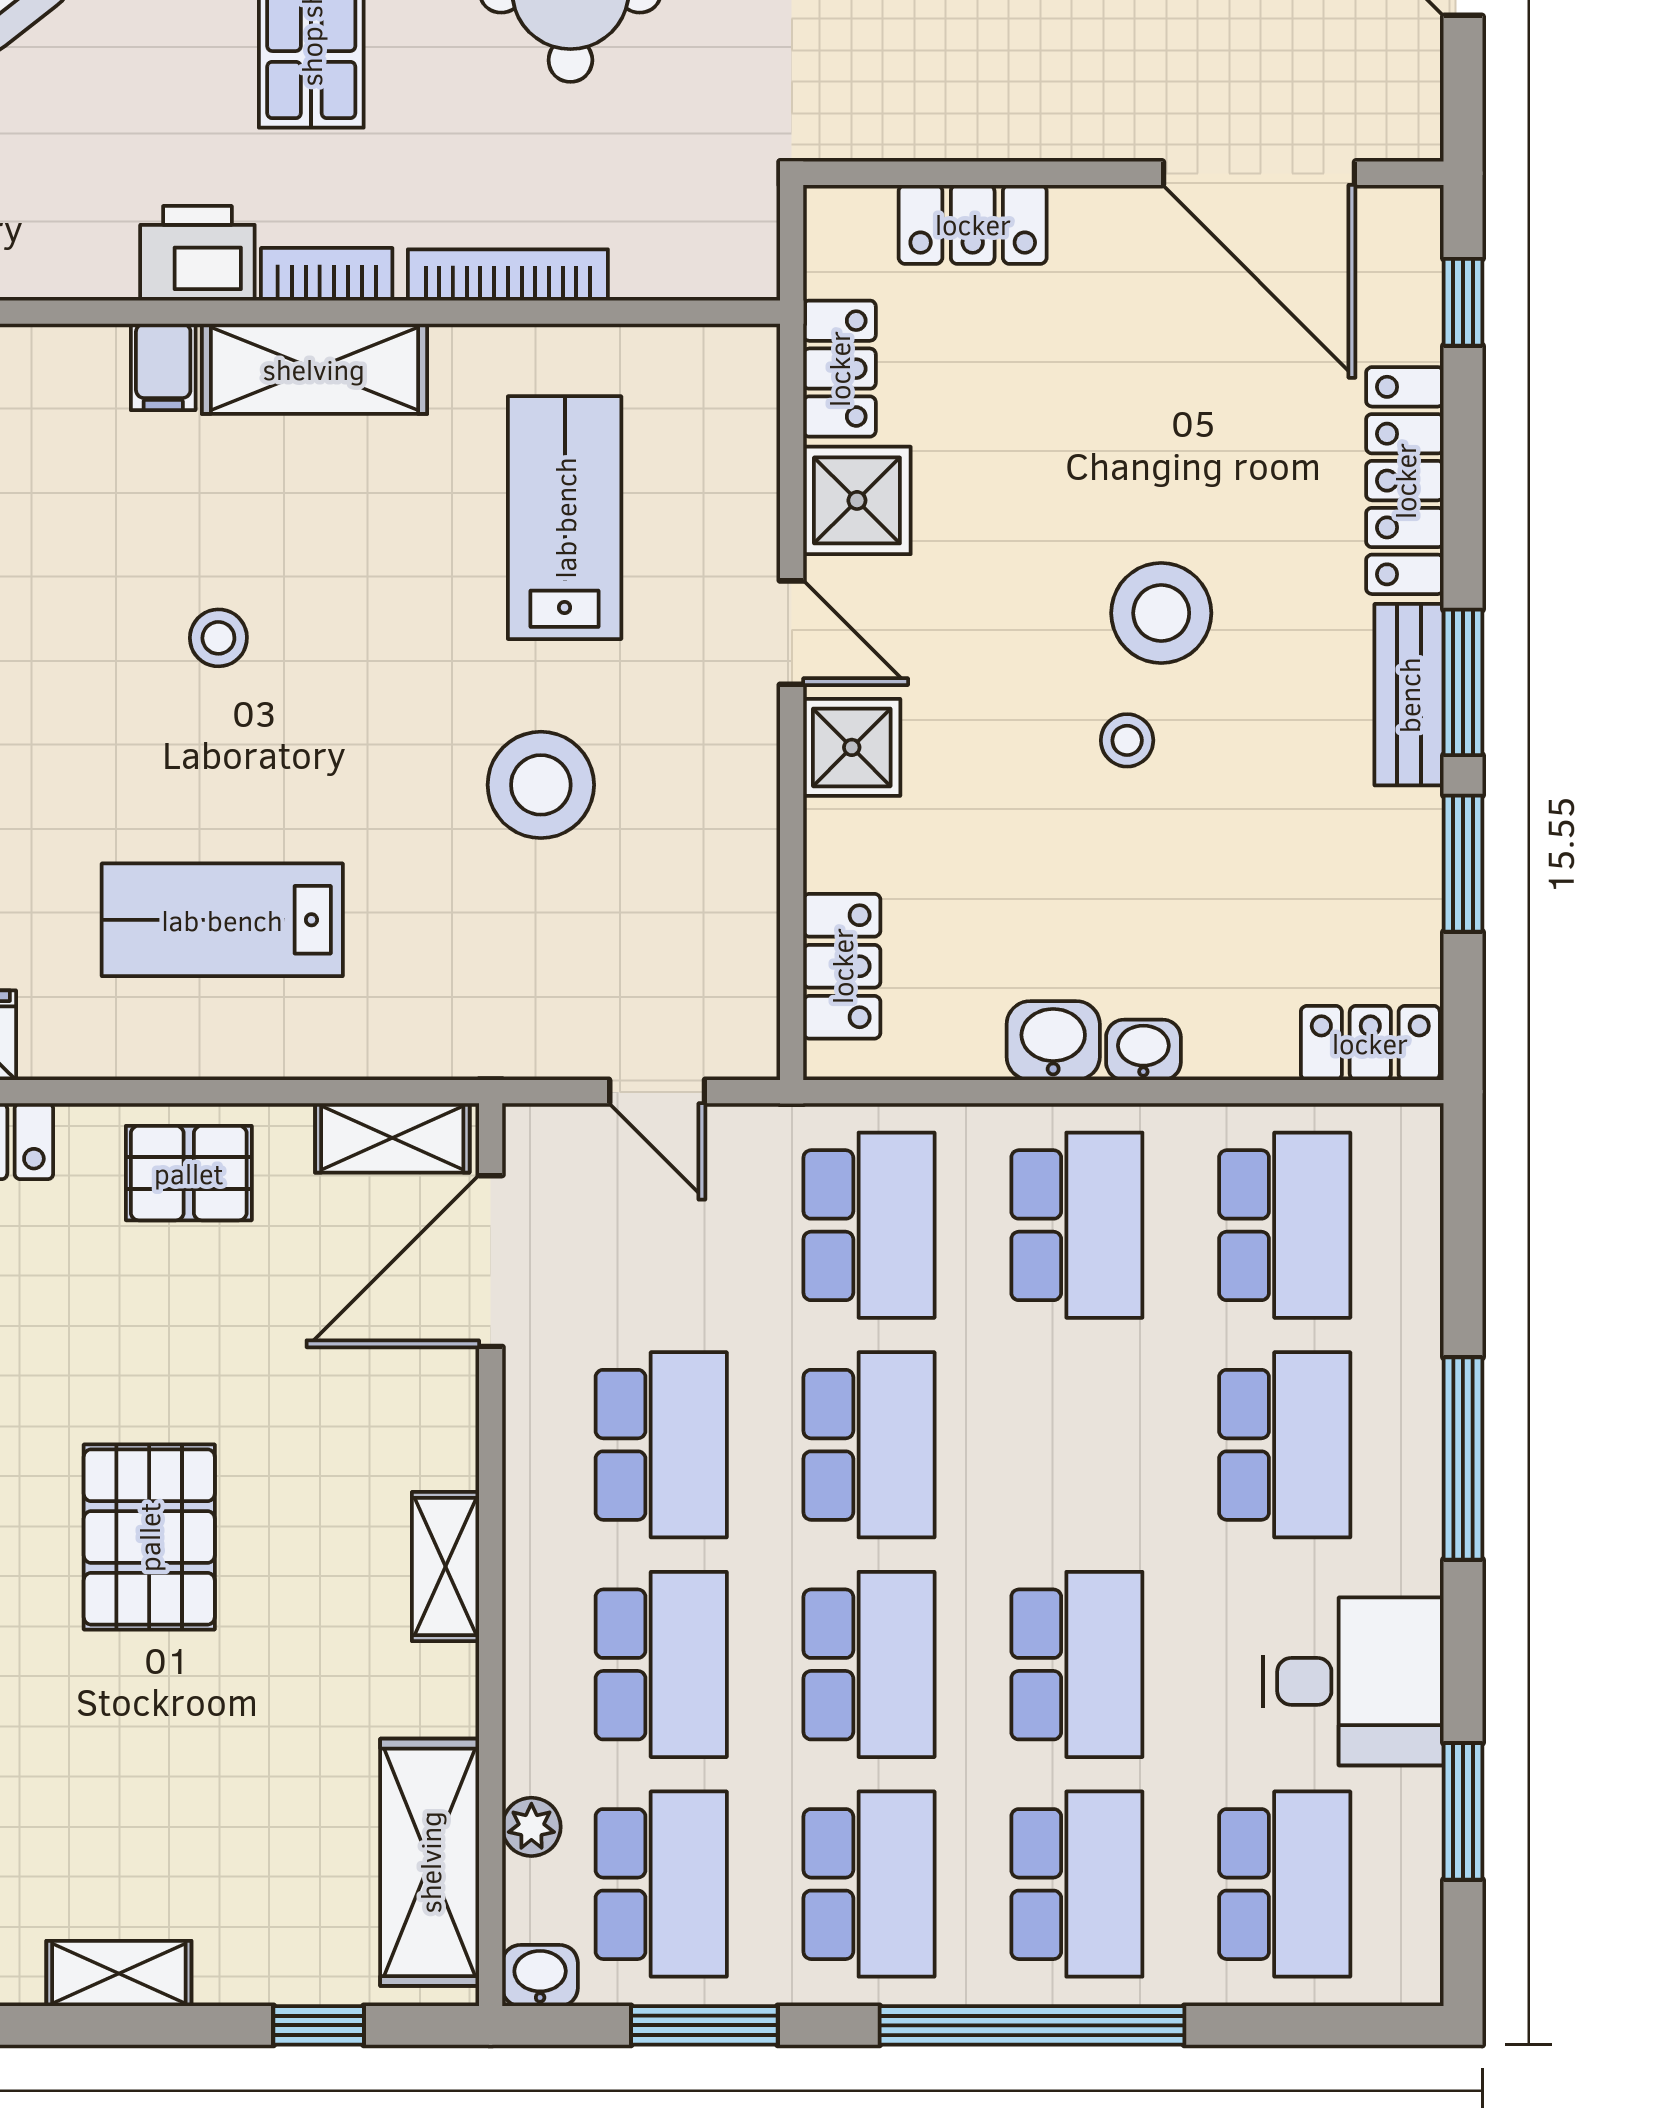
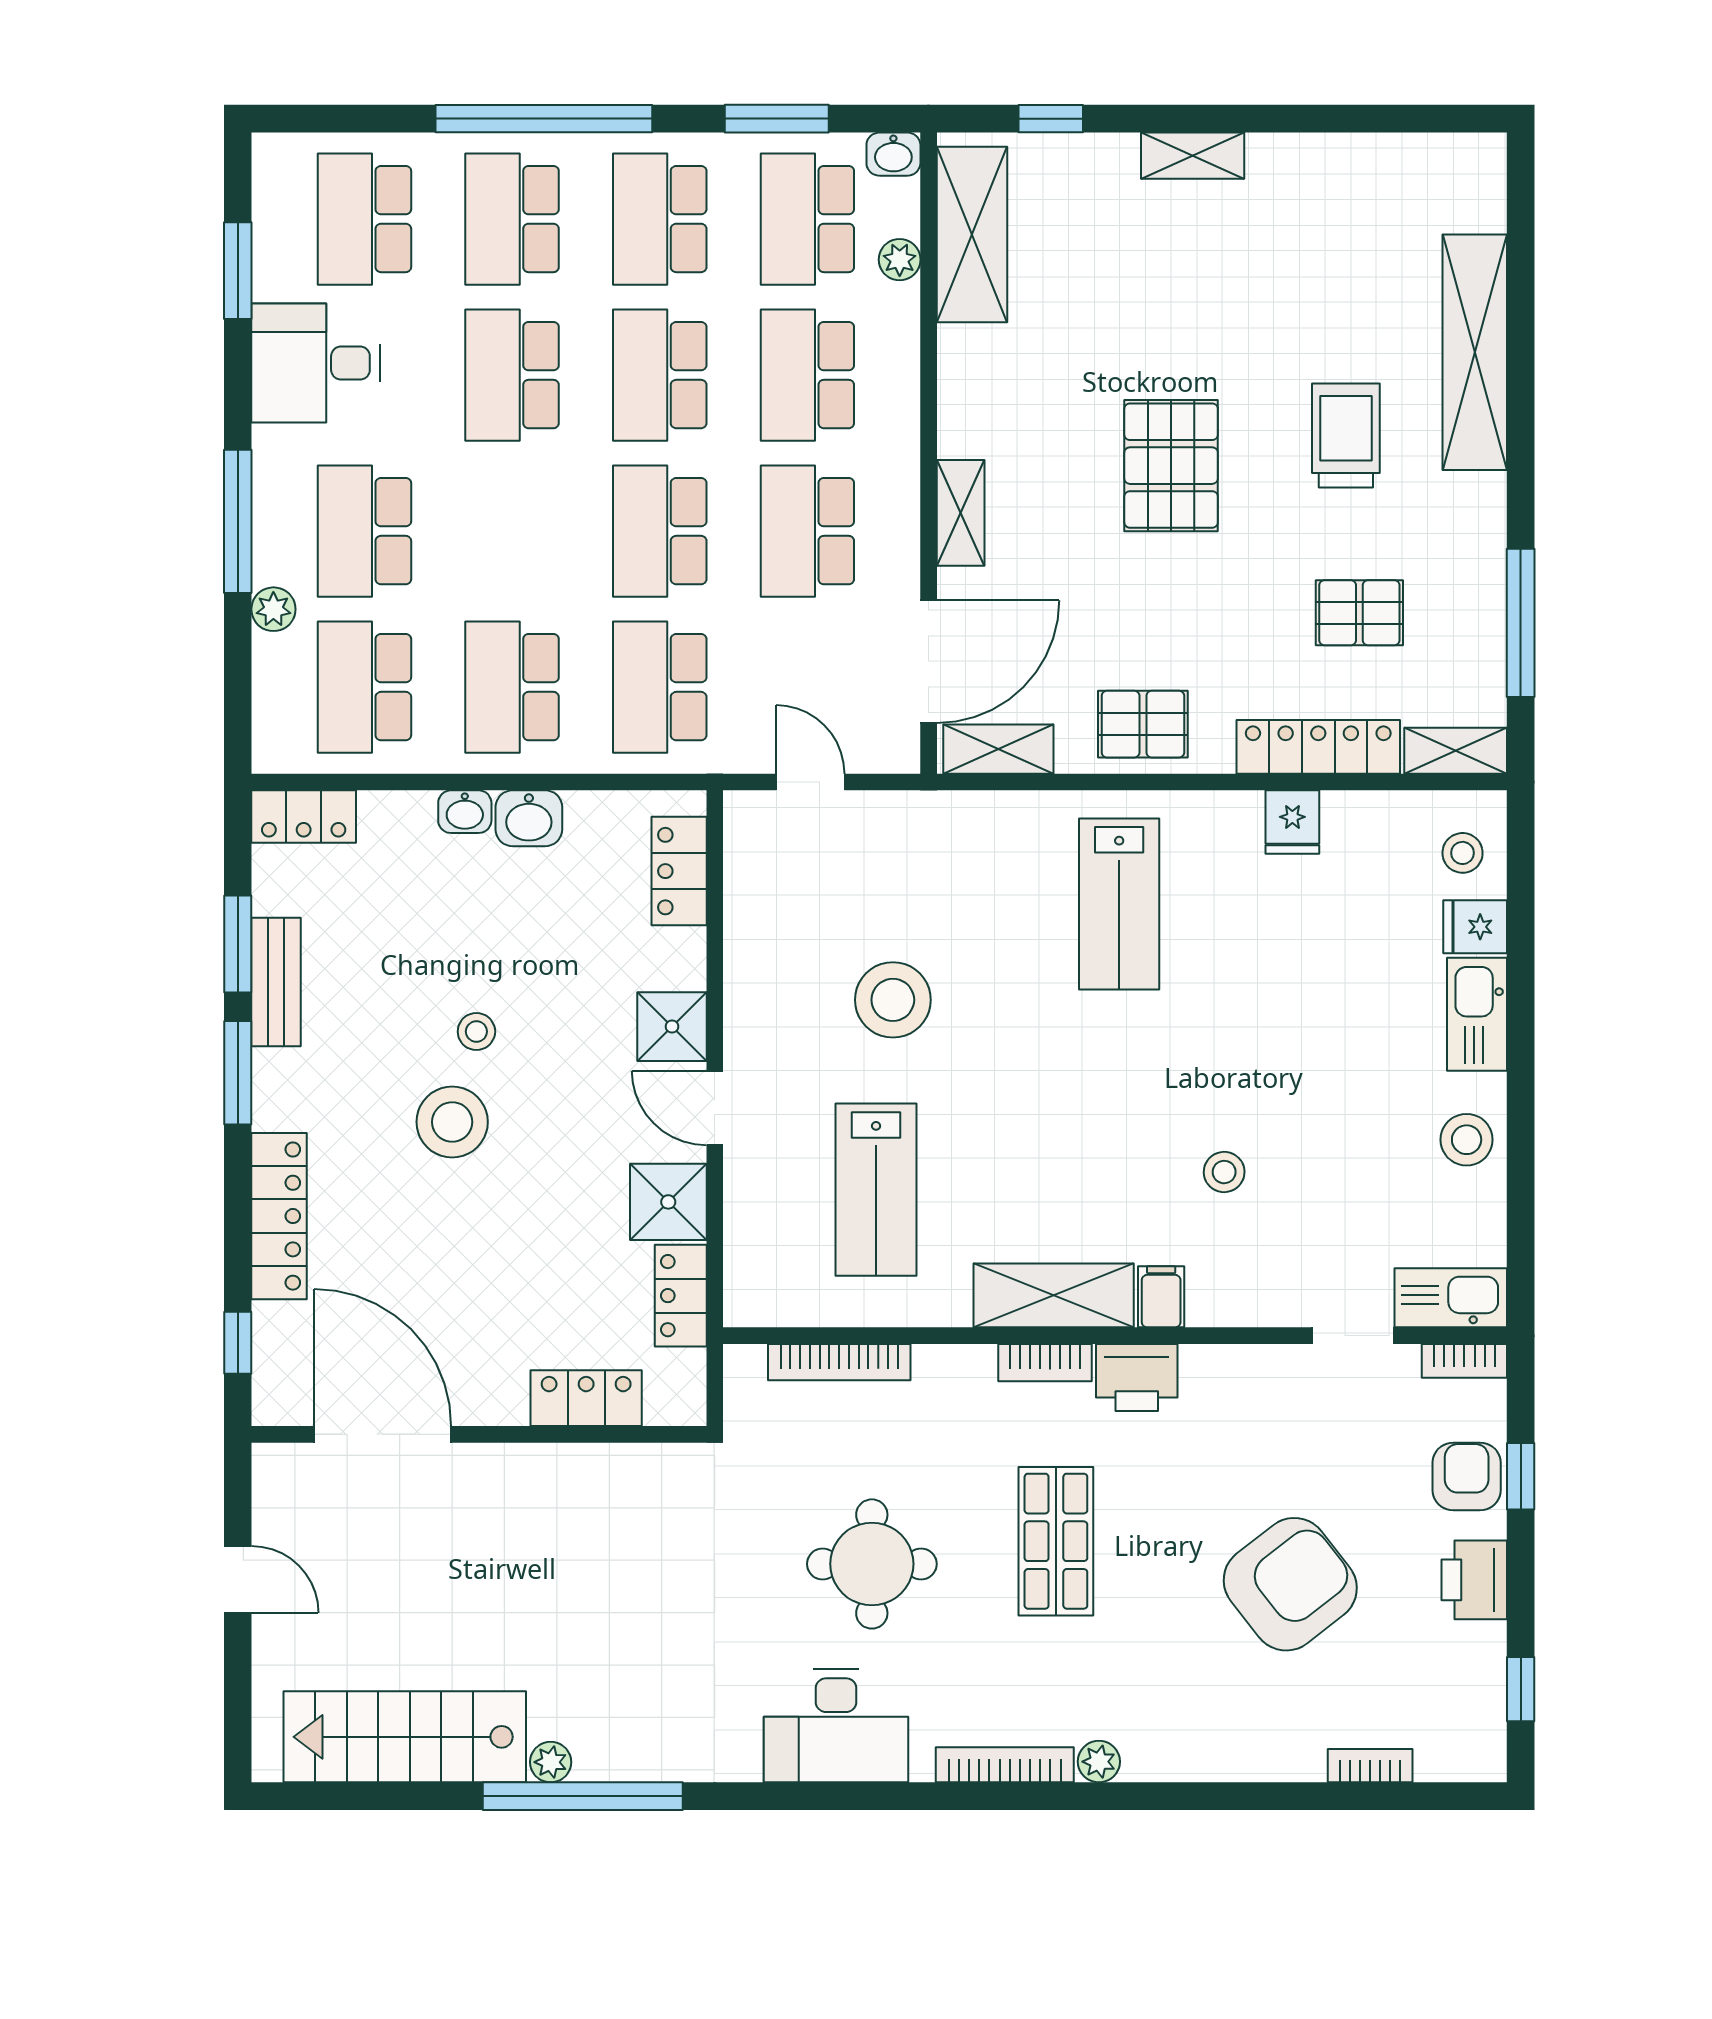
bookcase: (508, 275) -> (839, 1362), moved
stool: (218, 638) -> (1224, 1172), moved
bench: (1409, 695) -> (276, 982), moved
lab bench: (222, 920) -> (1119, 904), turned 90
plant: (1413, 1335) -> (273, 609), added
shelving: (445, 1567) -> (961, 513), moved

